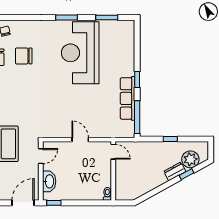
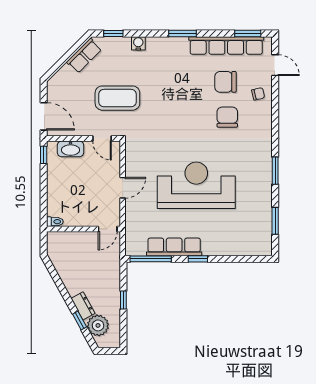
reception desk: (80, 53) -> (196, 185), moved

